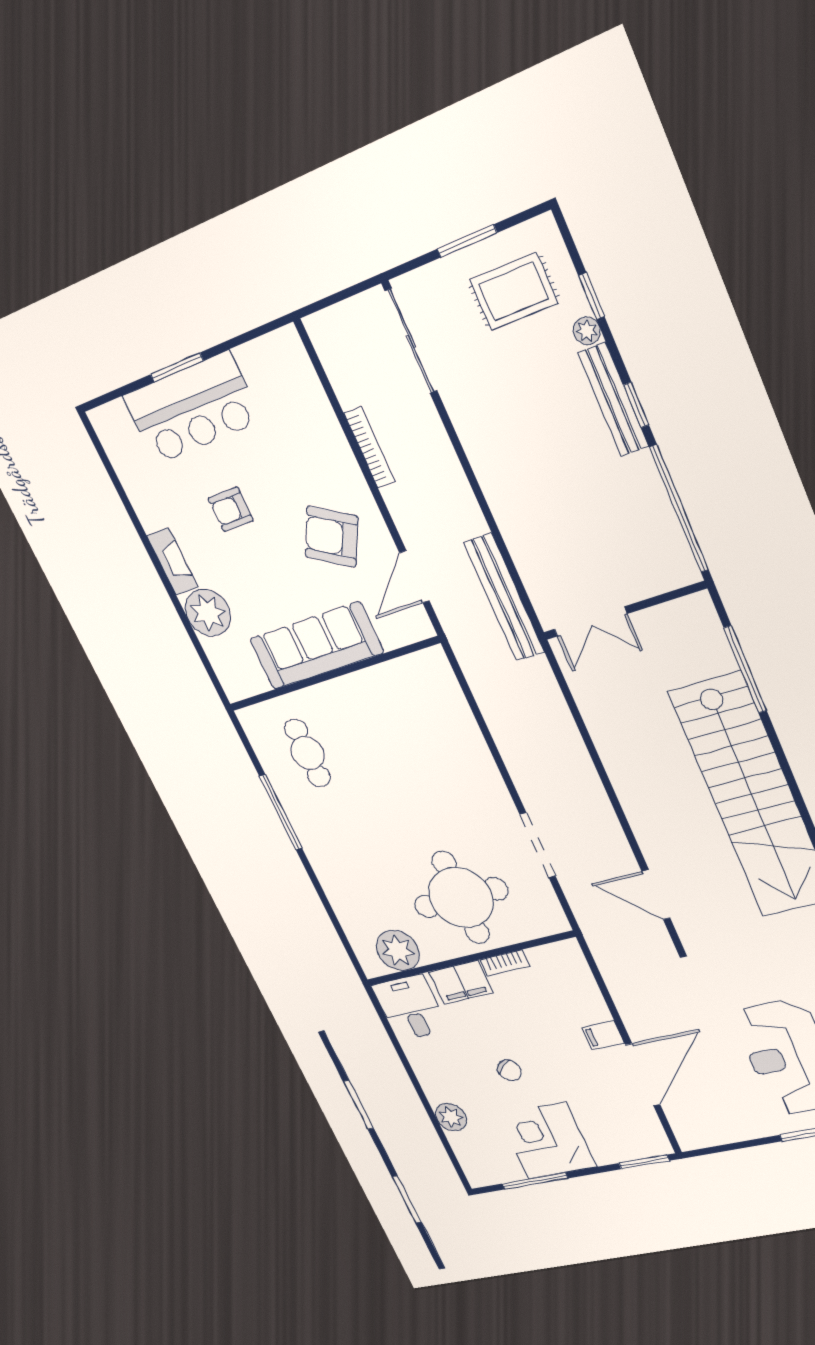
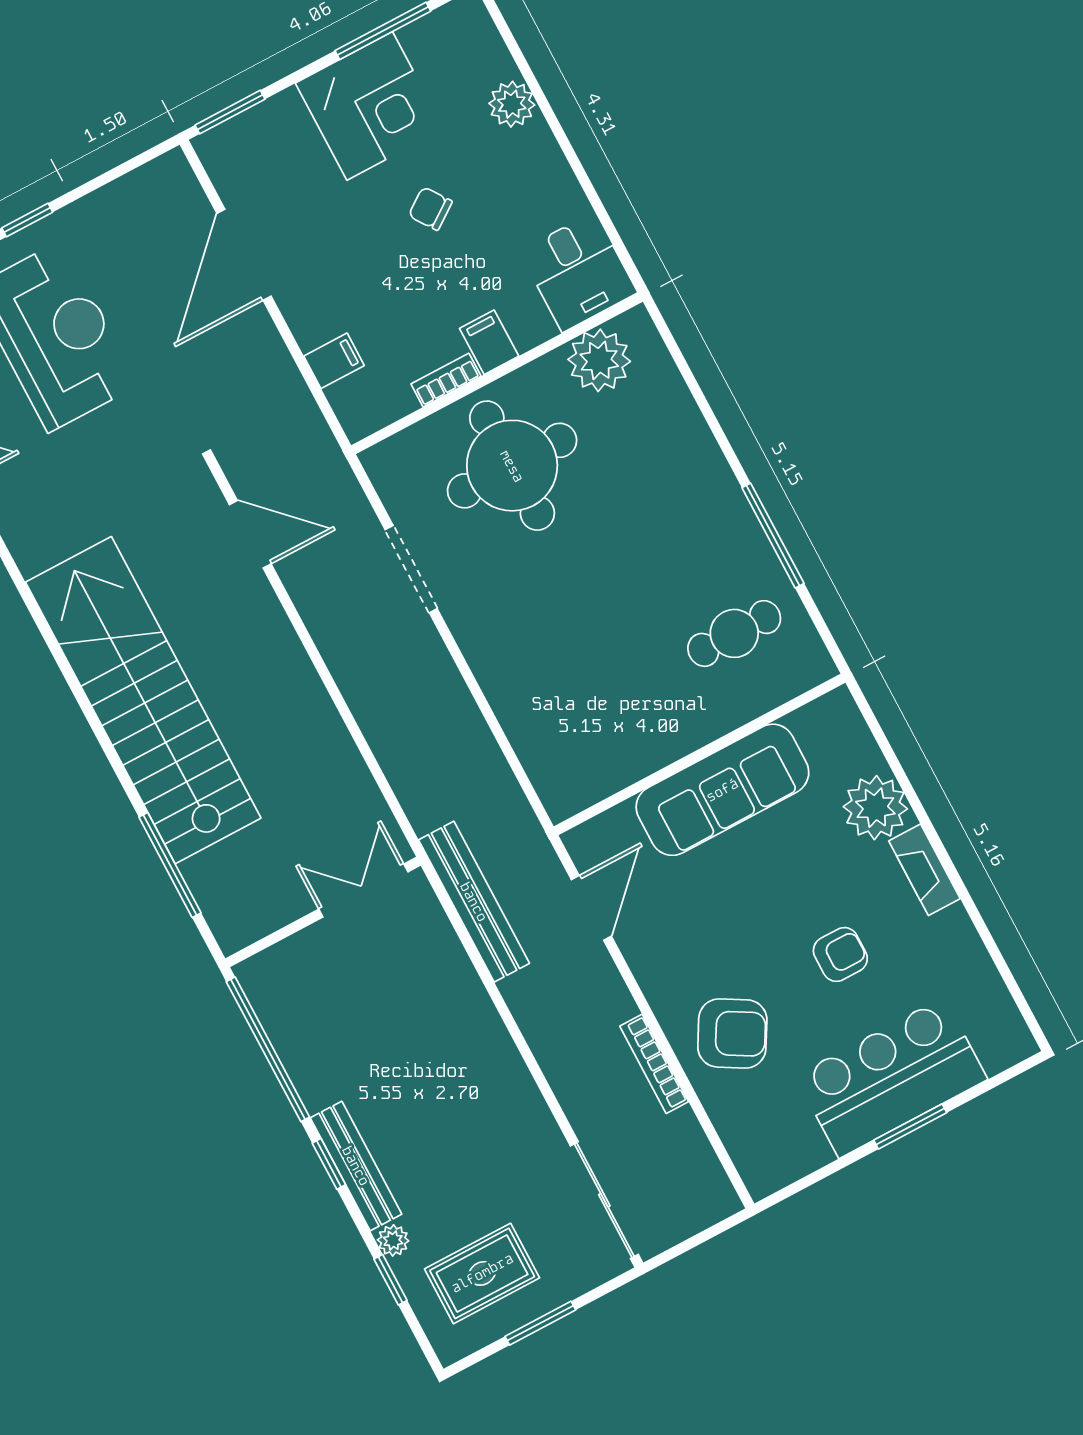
armchair: (331, 537) -> (732, 1033), moved
cafe table: (307, 753) -> (734, 633), turned 90
filing cabinet: (461, 982) -> (489, 342), width x0.50
filing cabinet: (603, 1035) -> (334, 361), moved

